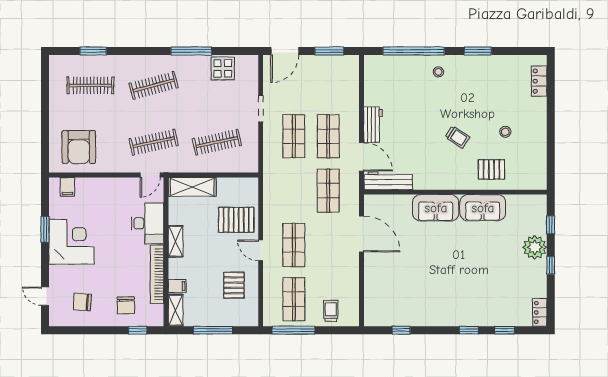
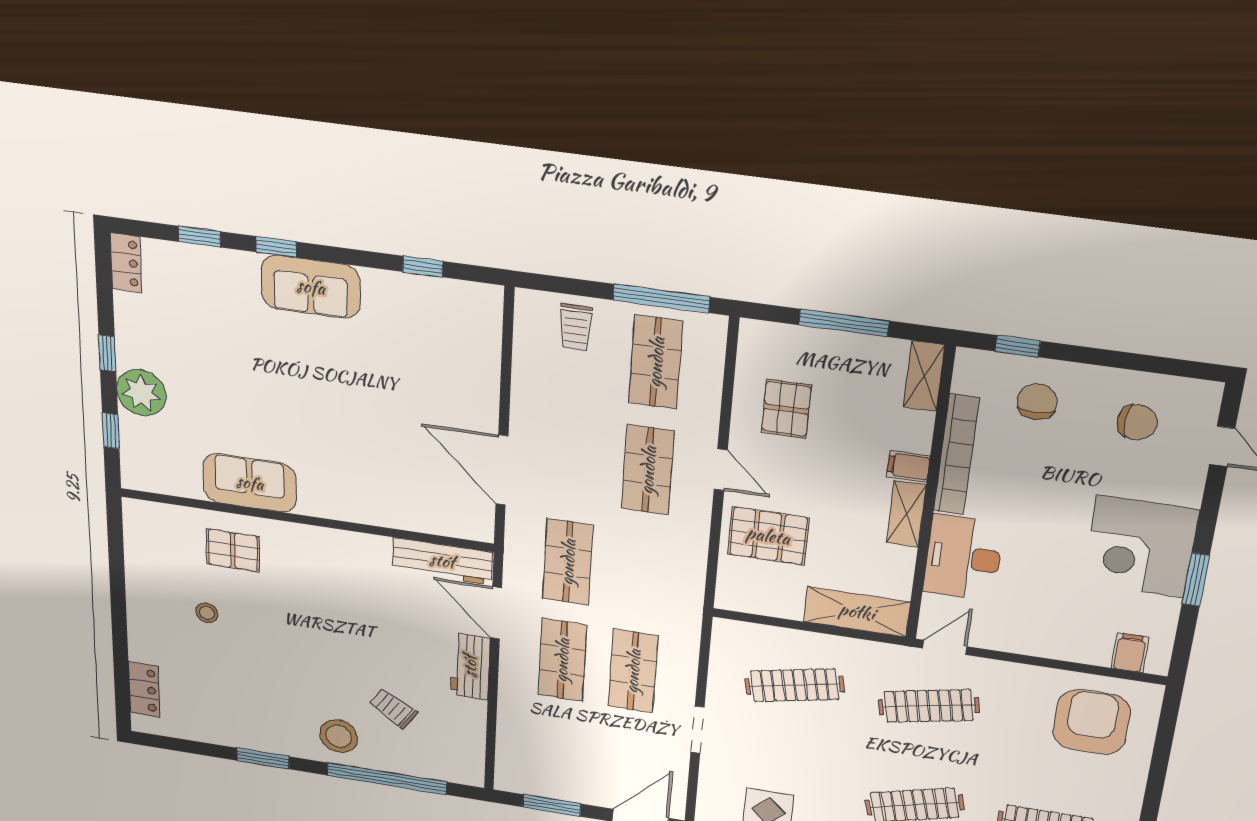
stool: (438, 72) -> (339, 736), width x1.89, depth x1.89
trolley: (457, 137) -> (393, 709), moved
sofa: (436, 208) -> (311, 287), moved, turned 180
filing cabinet: (177, 286) -> (908, 466), moved

